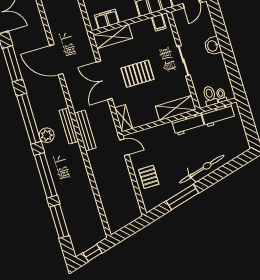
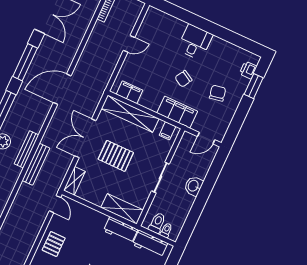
shelving: (113, 37) -> (130, 114), width x1.47
door: (56, 60) -> (62, 89), hinge flipped

